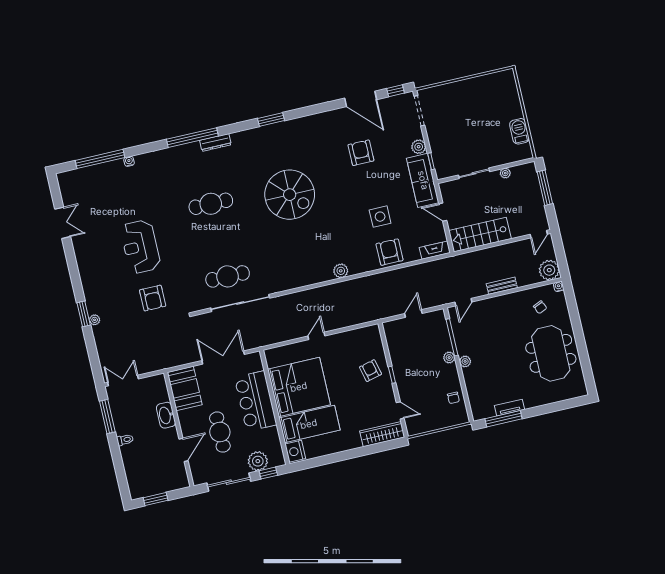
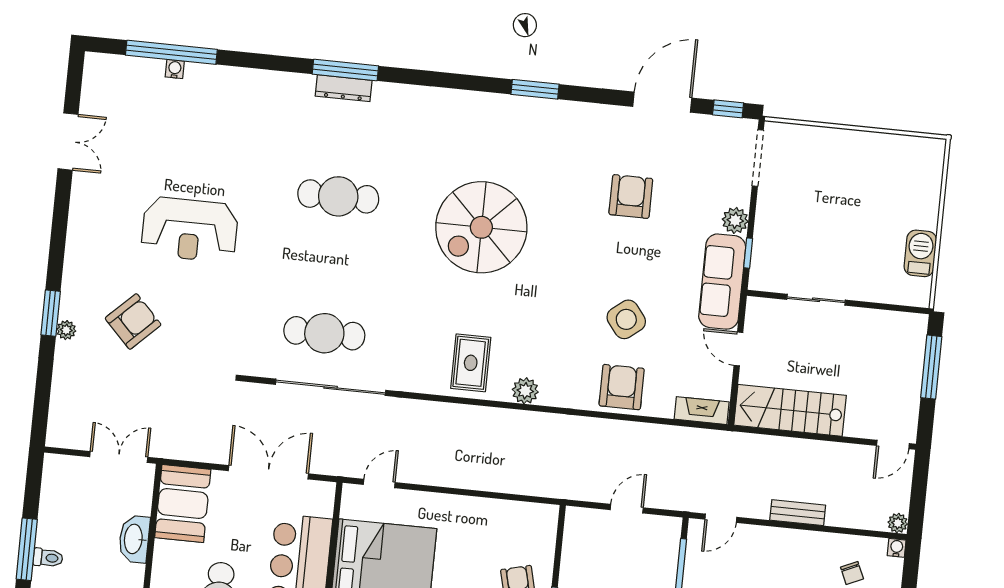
door: (361, 99) -> (662, 102), swing flipped
window: (271, 119) -> (535, 89), moved
window: (192, 138) -> (345, 70), width x0.68
dresser: (215, 143) -> (344, 88), moved
water cooler: (129, 161) -> (175, 69), moved
plant: (505, 173) -> (871, 318), removed
spiral stairs: (290, 195) -> (481, 227), turned 90
side table: (380, 217) -> (626, 319), turned -38
reception desk: (140, 247) -> (190, 229), turned -90
rug: (308, 266) -> (471, 363), added
plant: (549, 270) -> (898, 523), width x0.53, depth x0.53
armchair: (153, 298) -> (133, 321), moved, turned -134
door: (316, 336) -> (379, 484), moved
double door: (123, 381) -> (119, 457), moved
window: (107, 417) -> (27, 549), moved

